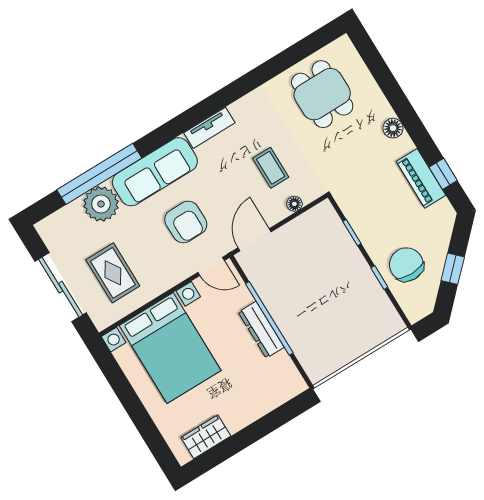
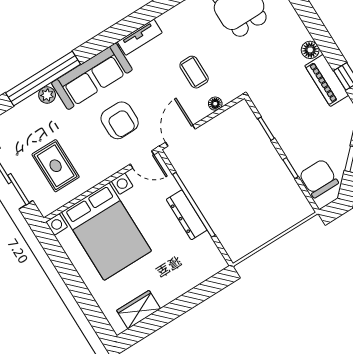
floor lamp: (393, 128) -> (310, 50), moved
plant: (101, 204) -> (47, 95), width x0.53, depth x0.53
chair: (406, 265) -> (319, 178), moved

